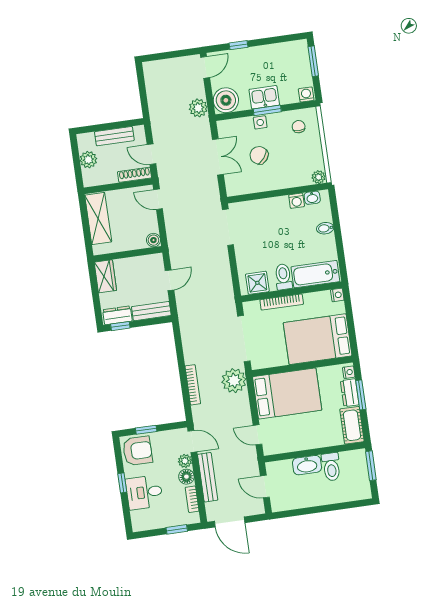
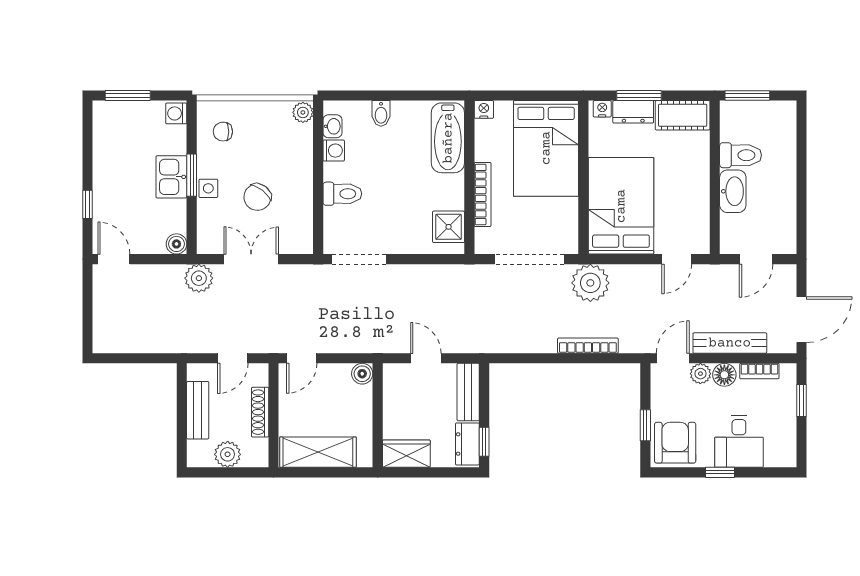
boiler: (226, 100) -> (176, 244), width x0.54, depth x0.54
plant: (198, 108) -> (199, 278), moved
shoe rack: (135, 175) -> (260, 412), moved
toilet: (283, 277) -> (342, 194), moved, turned 180

